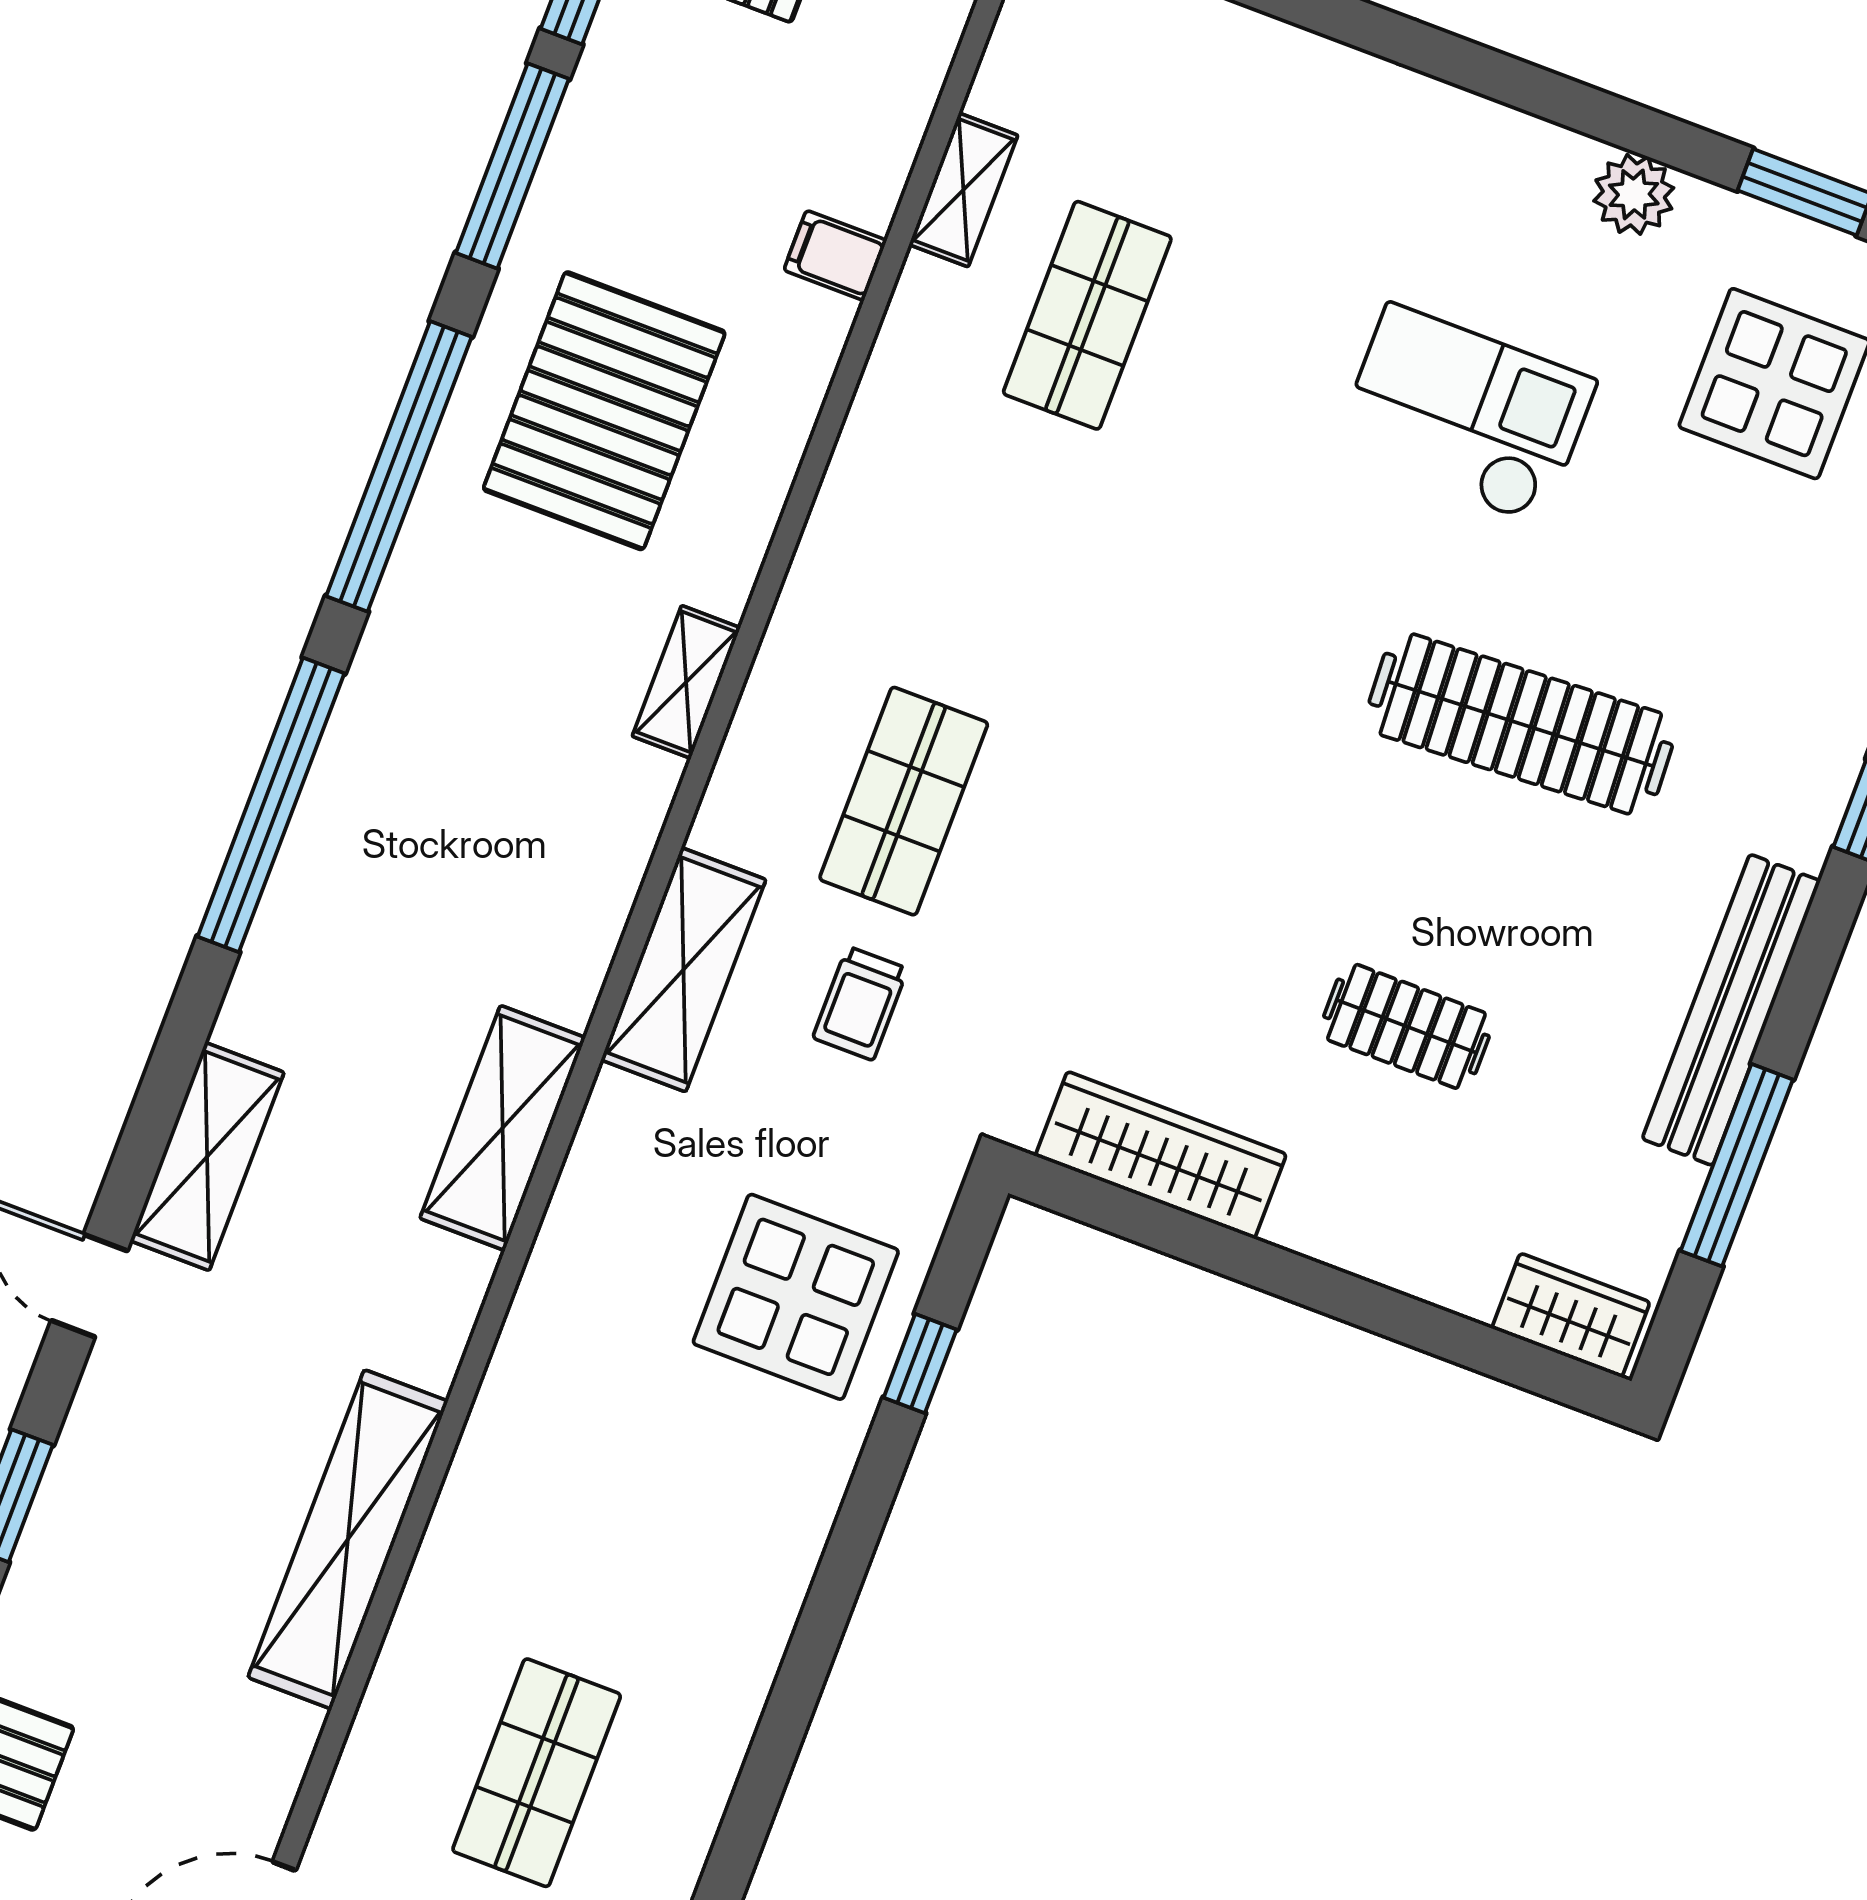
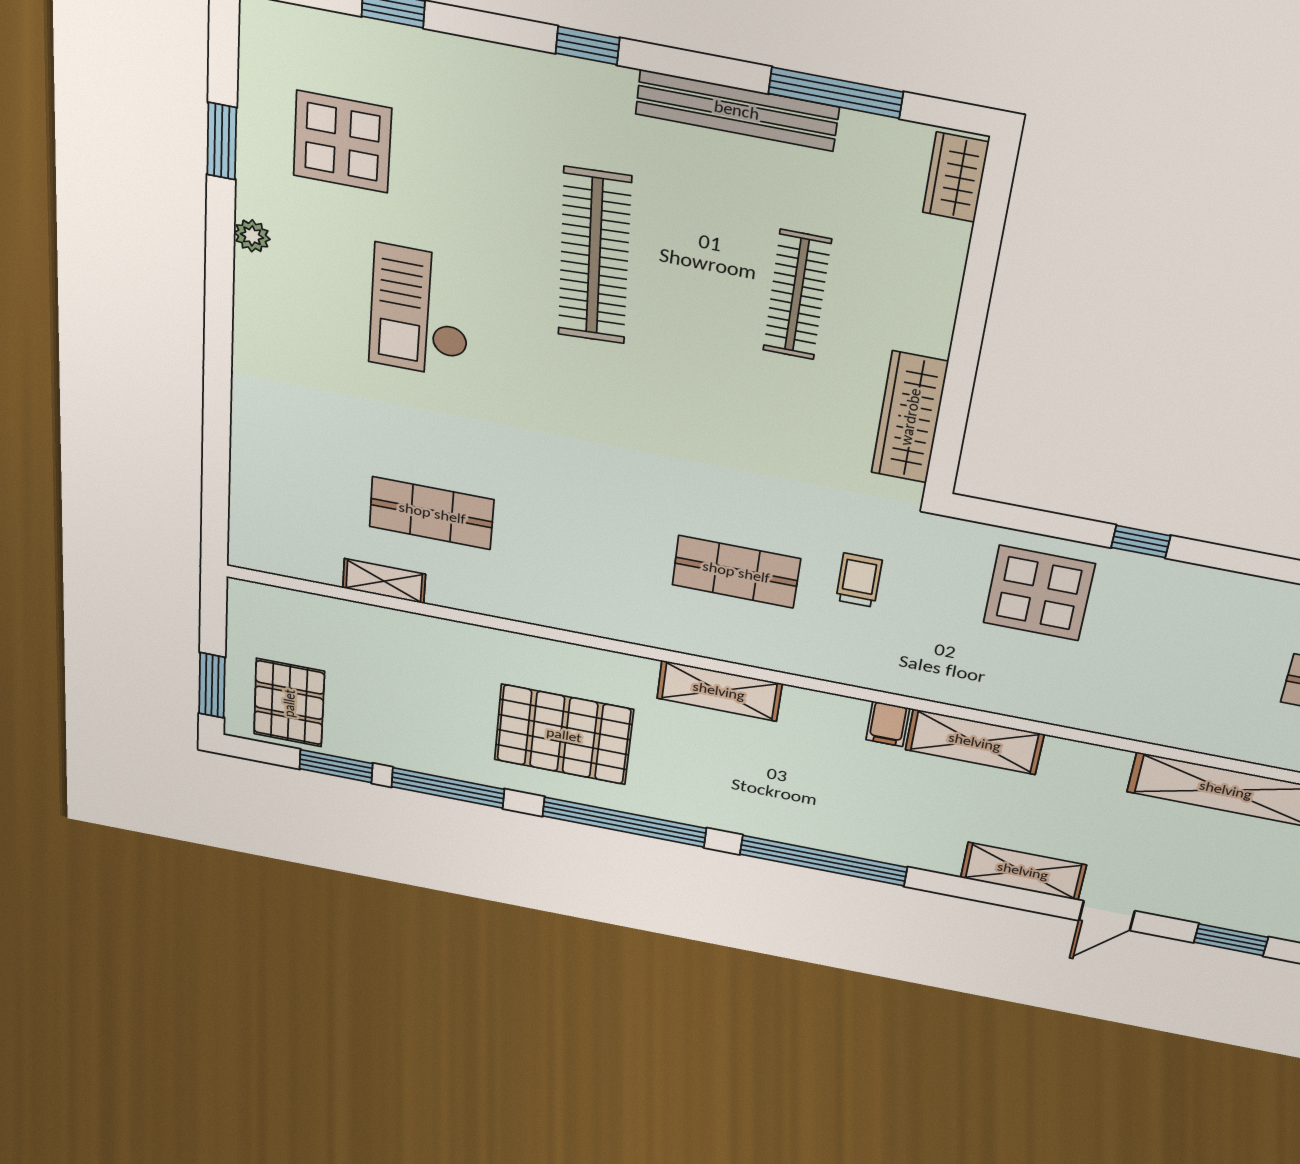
plant: (1634, 194) -> (252, 236), width x0.73, depth x0.73
filing cabinet: (835, 255) -> (888, 724), moved
shelving: (686, 682) -> (719, 691), width x1.50, depth x1.33
shelving: (683, 970) -> (862, 667), removed
trolley: (860, 1003) -> (859, 580), turned -90
clothes rail: (1406, 1026) -> (797, 295), width x1.36
window: (920, 1364) -> (1141, 542), moved

